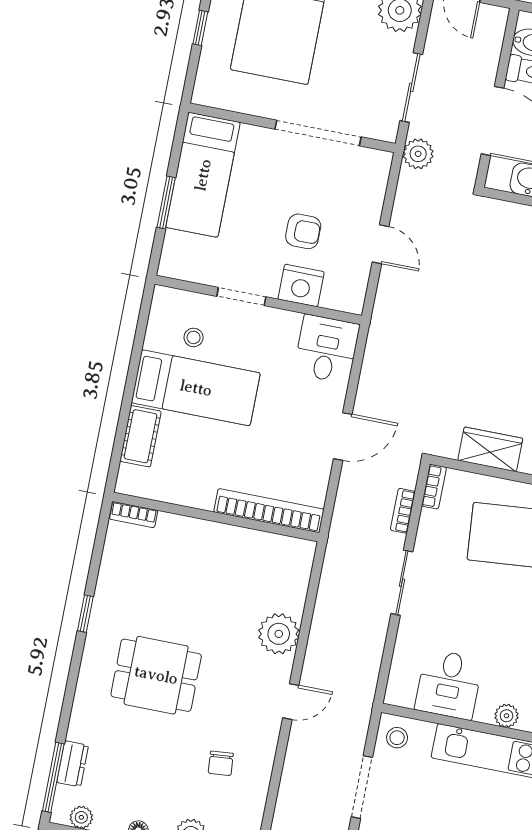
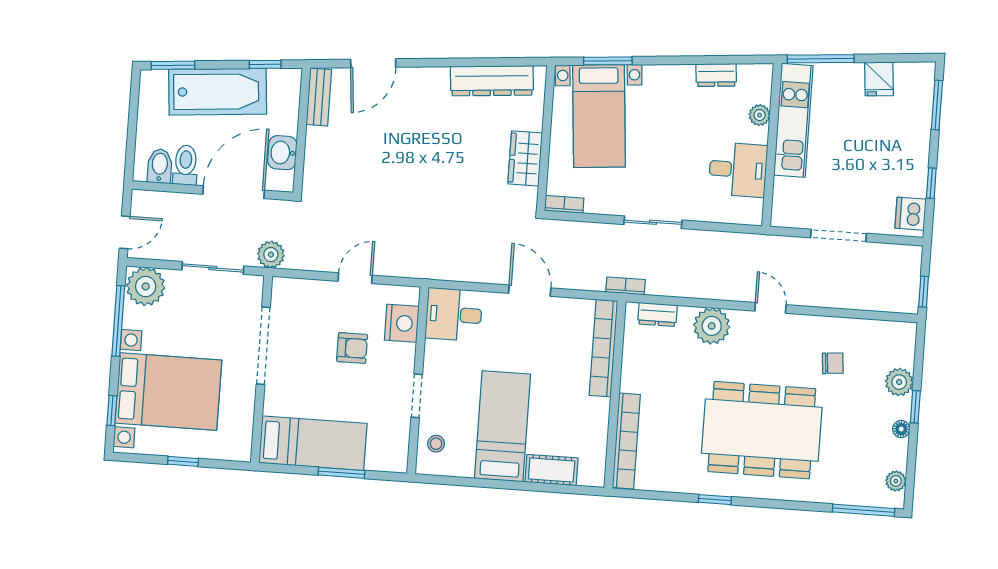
armchair: (303, 231) -> (352, 348), turned 90
nightstand: (301, 285) -> (402, 323), moved
stool: (194, 337) -> (436, 444), moved
bookcase: (403, 511) -> (625, 286), moved, turned 180
bookcase: (134, 515) -> (626, 441), width x2.31, depth x1.31
dining table: (156, 675) -> (762, 430), width x1.88, depth x1.24
stool: (397, 738) -> (791, 210), removed
dresser: (73, 764) -> (657, 314), moved, turned 180

